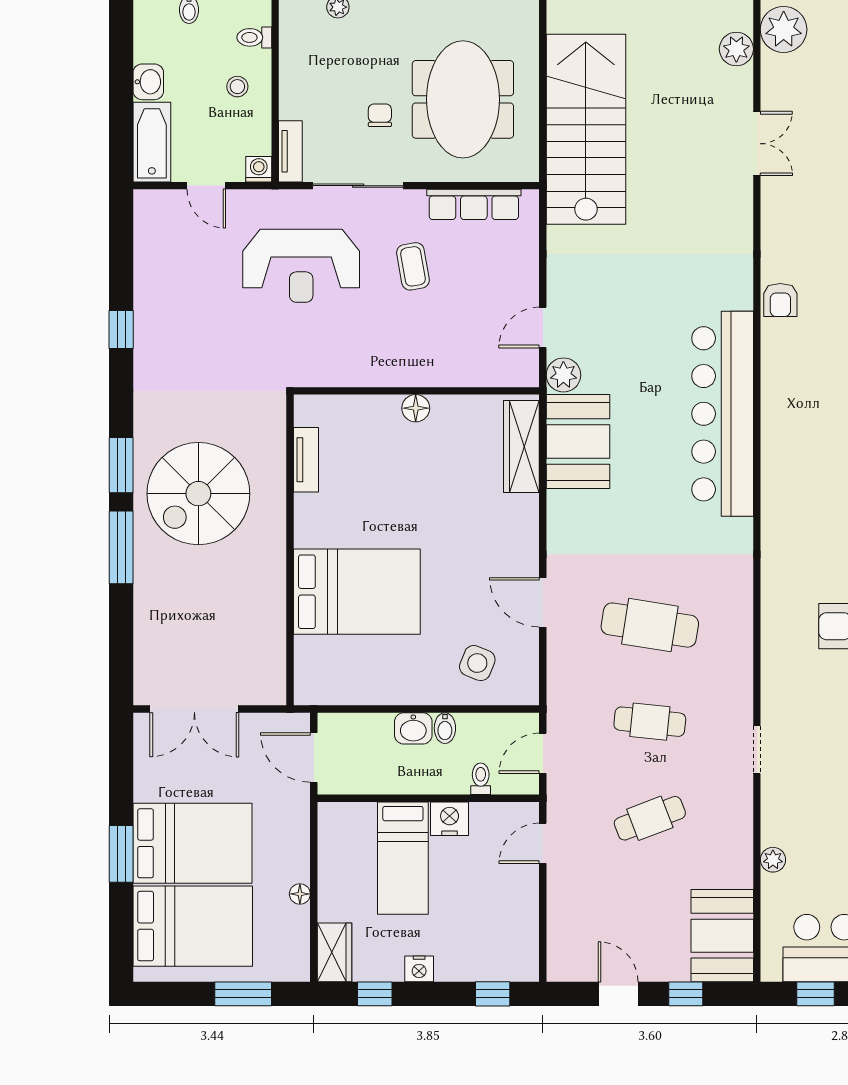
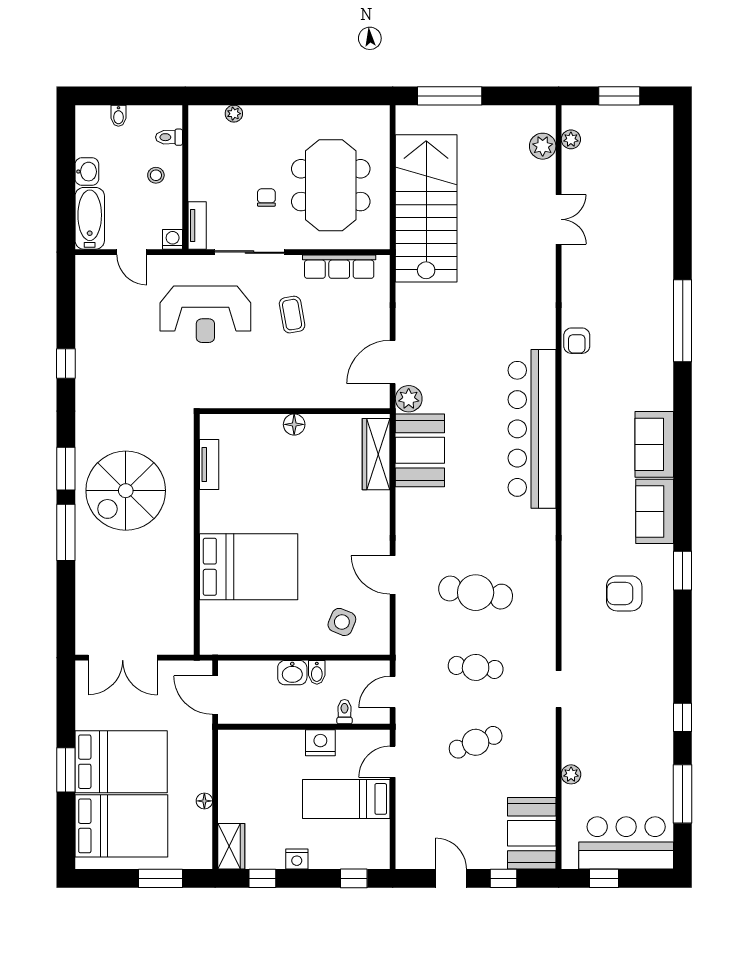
plant: (784, 29) -> (571, 139), width x0.53, depth x0.53
door: (543, 327) -> (393, 362), width x1.38
bed: (403, 858) -> (346, 799), moved, turned 90

